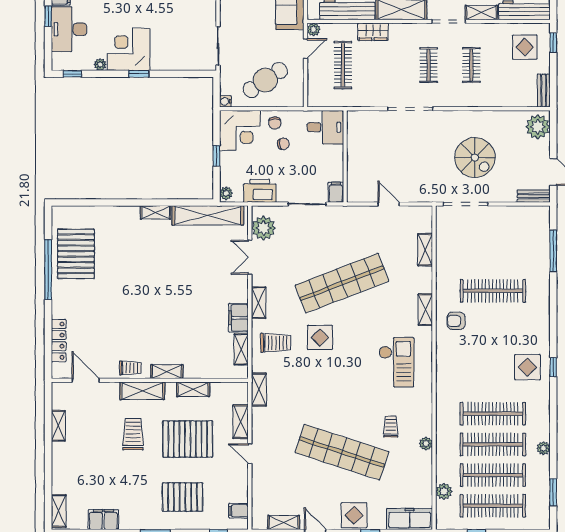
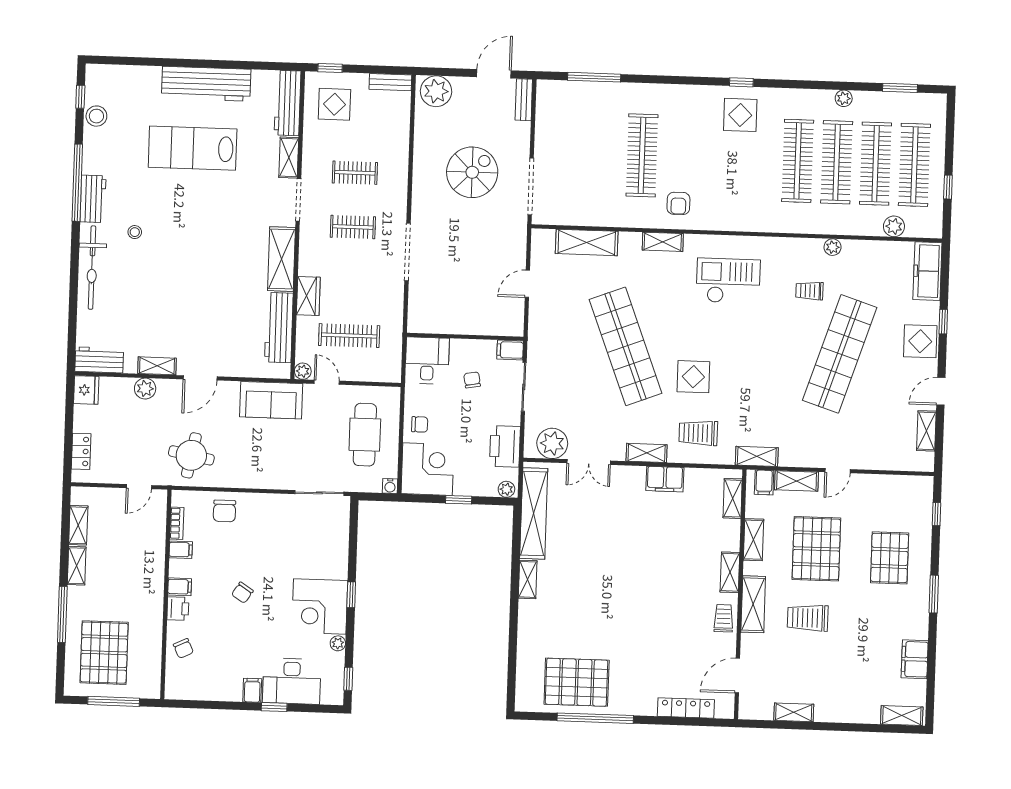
cafe table: (265, 80) -> (365, 435), turned 34
chair: (283, 144) -> (472, 380), moved
shelving: (425, 250) -> (587, 242), width x1.50, depth x1.33
trolley: (276, 343) -> (698, 433), turned -90
shelving: (241, 349) -> (733, 498), moved, turned 90
filing cabinet: (239, 511) -> (764, 482), moved

